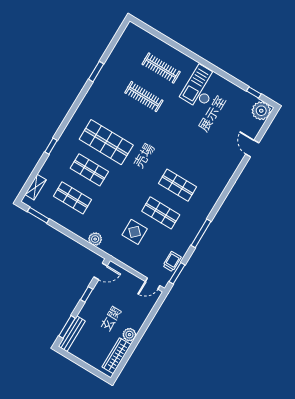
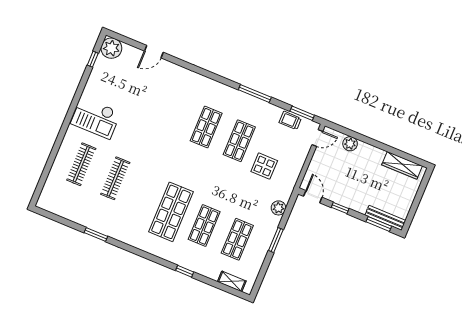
window: (38, 215) -> (276, 240), moved
door: (153, 284) -> (317, 138), hinge flipped
plant: (129, 335) -> (350, 144), moved

